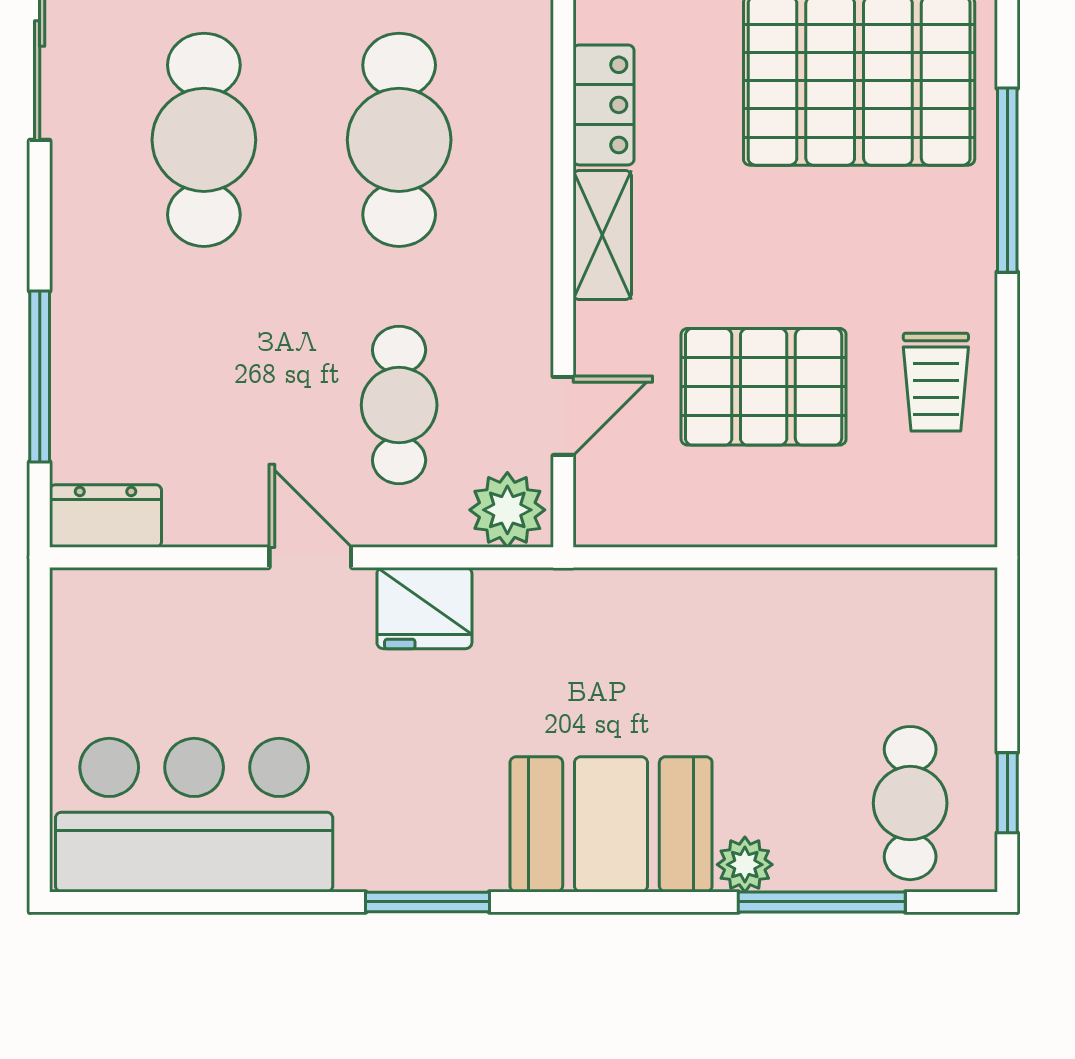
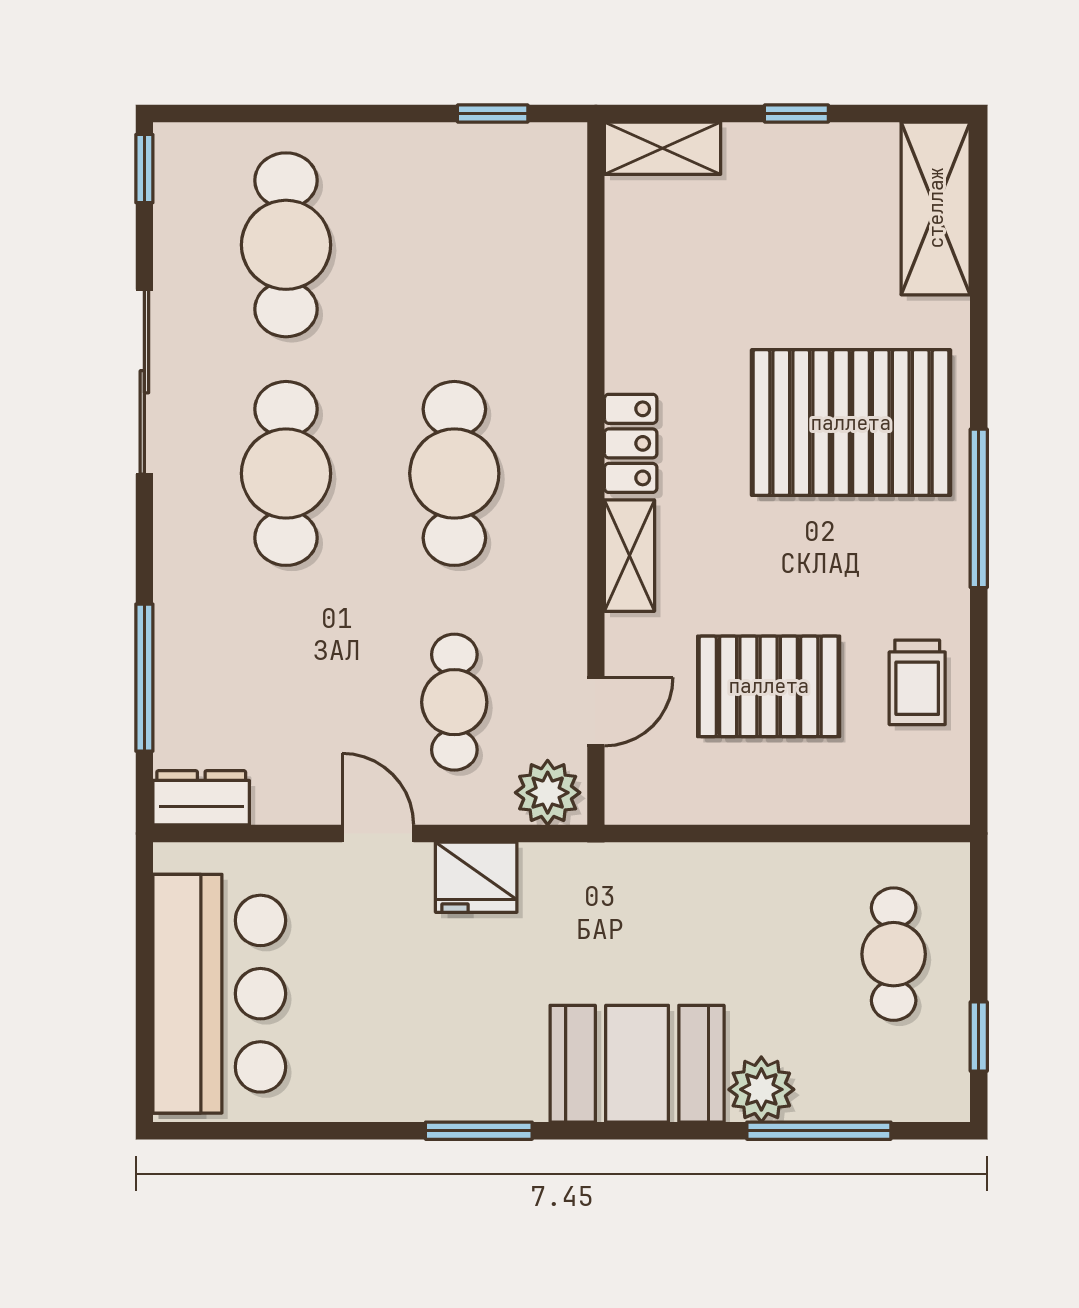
cafe table: (910, 803) -> (894, 954), moved
bar counter: (194, 815) -> (219, 994), moved, turned 90
plant: (745, 865) -> (761, 1089), width x1.38, depth x1.38

